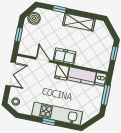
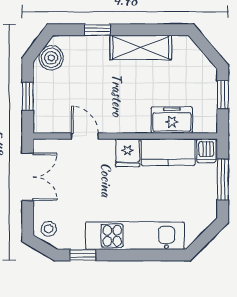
freezer: (65, 56) -> (172, 120), moved
window: (49, 122) -> (83, 255), moved

